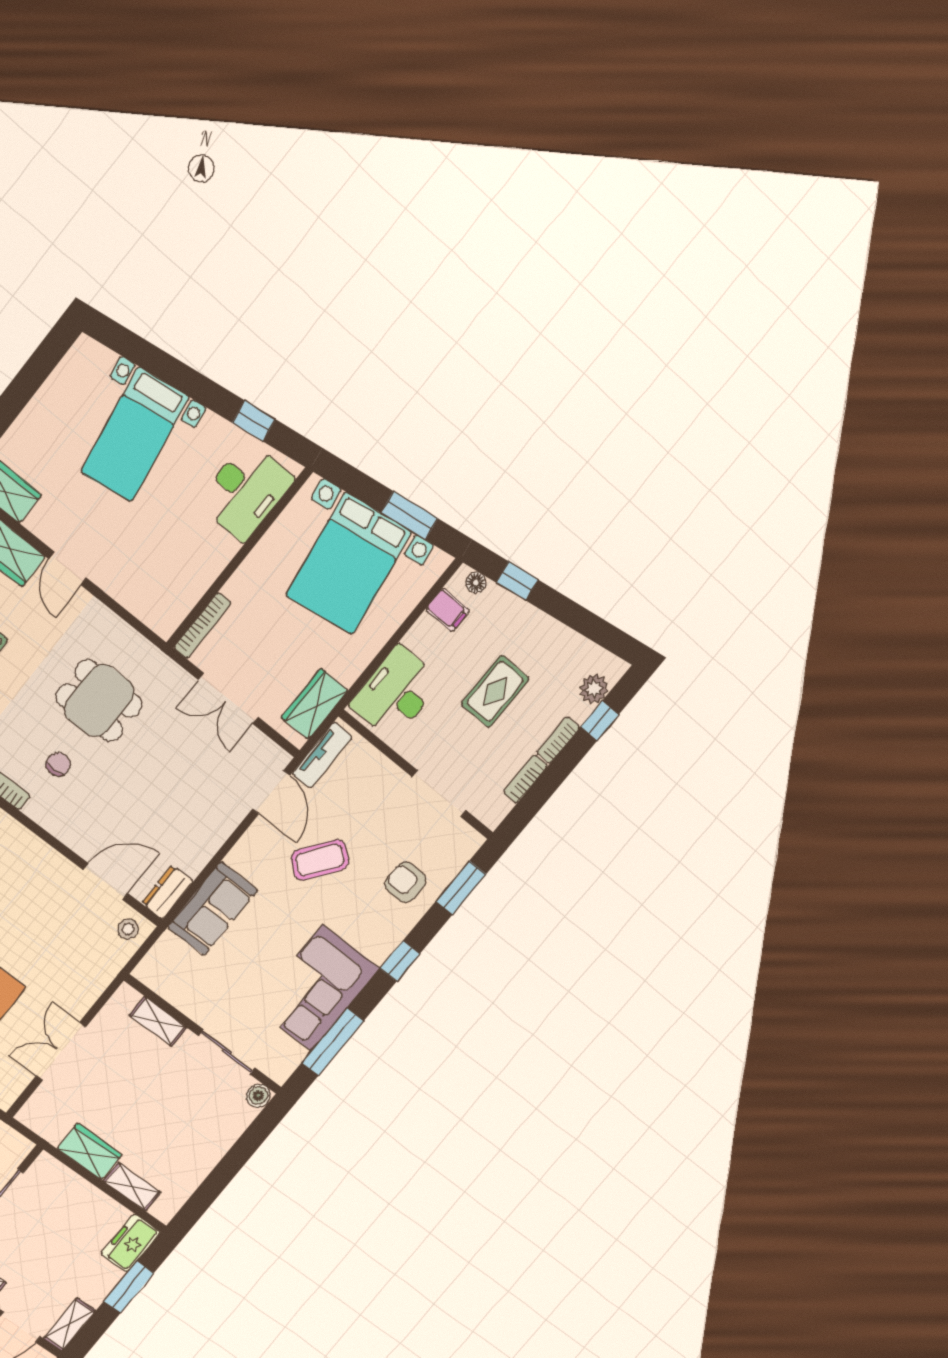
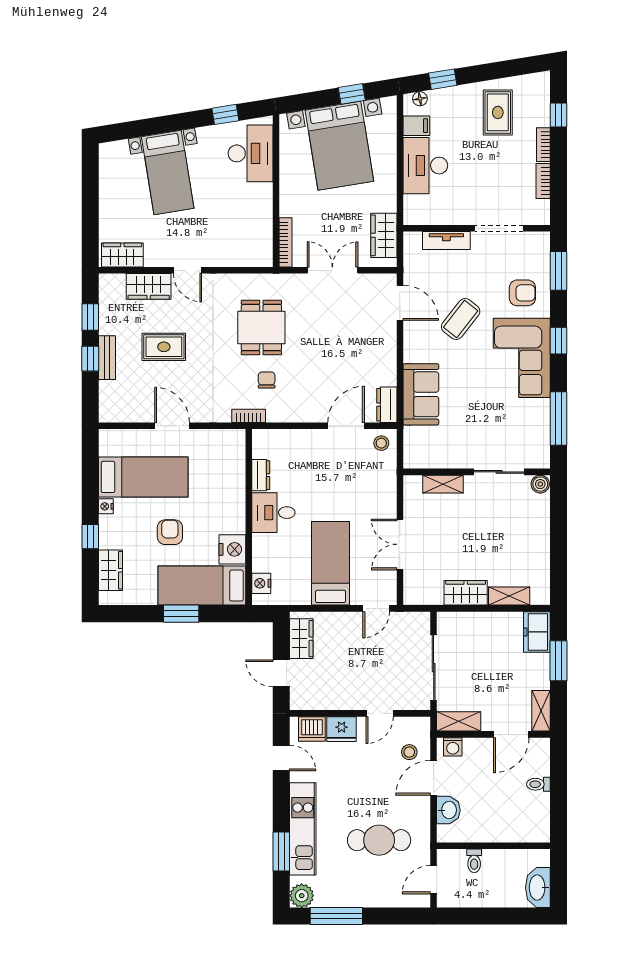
window: (410, 516) -> (352, 94), width x0.67
plant: (594, 689) -> (539, 101), removed
rug: (495, 691) -> (498, 112), moved
desk: (396, 693) -> (425, 166), moved
double door: (228, 698) -> (332, 270), swing flipped
dining table: (99, 701) -> (261, 327), turned 90
tv unit: (322, 755) -> (446, 240), moved, turned 90
armchair: (406, 882) -> (522, 293), turned 180
corner sofa: (317, 988) -> (522, 358), moved

